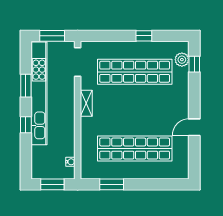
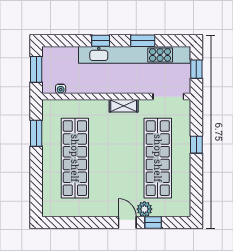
window: (52, 36) -> (196, 69), width x0.67
window: (144, 36) -> (196, 145), moved
plant: (182, 60) -> (144, 209), moved
window: (194, 64) -> (153, 223), moved
door: (194, 127) -> (127, 223), moved

